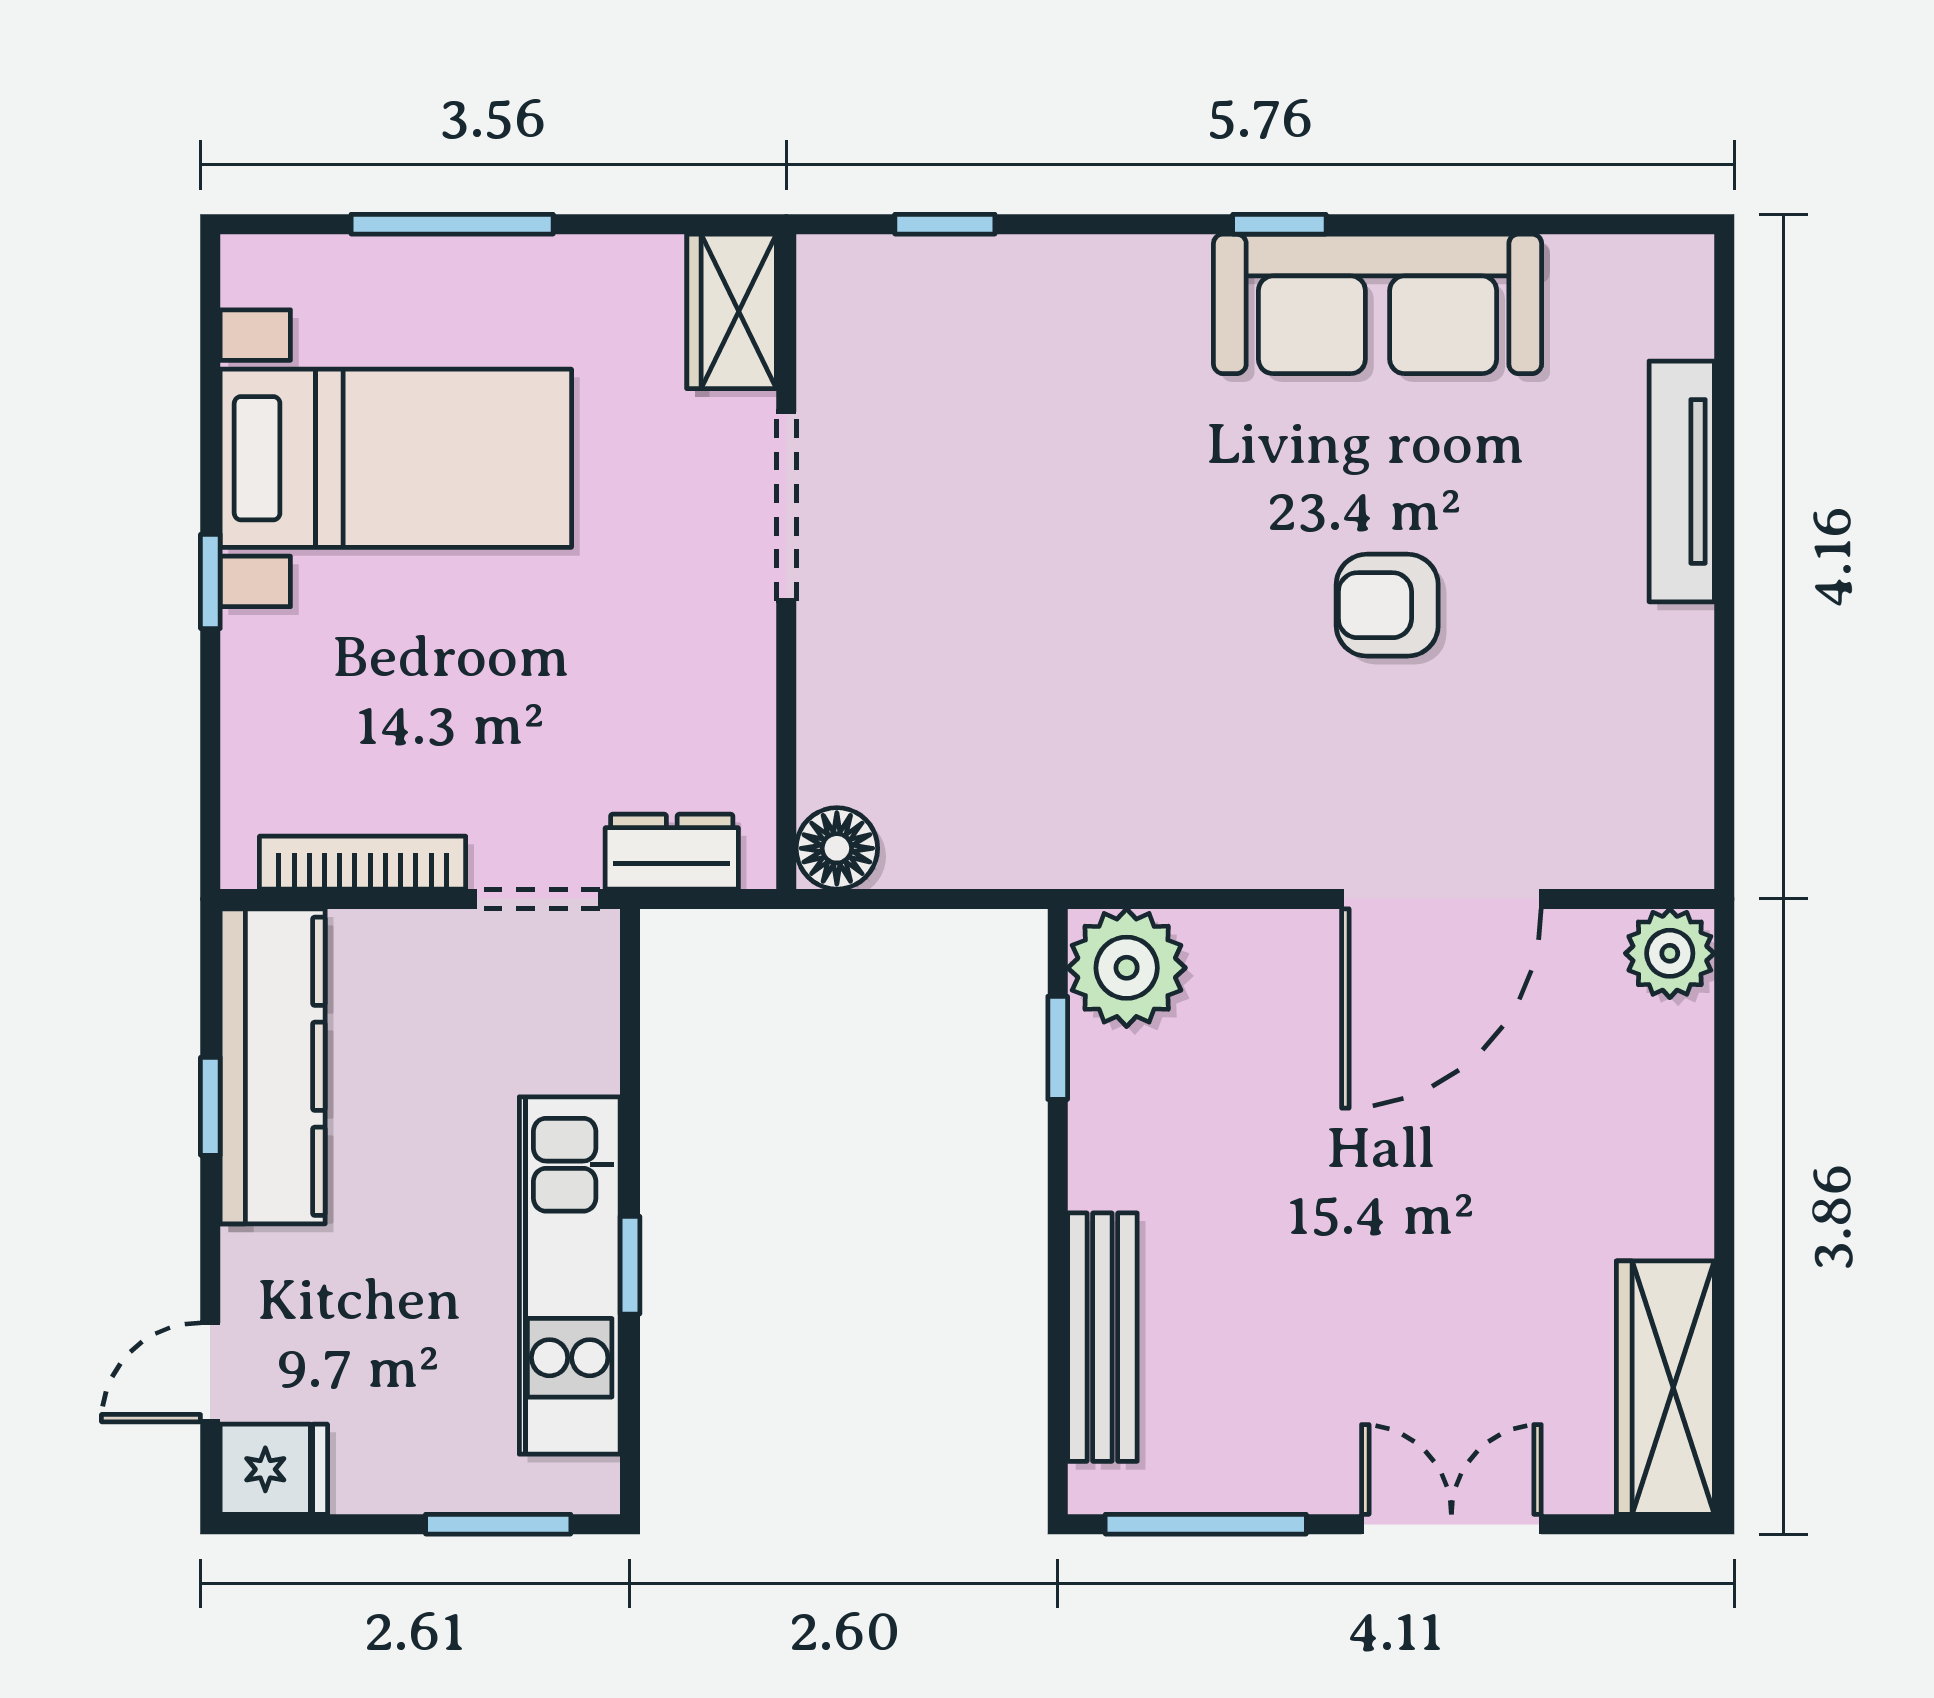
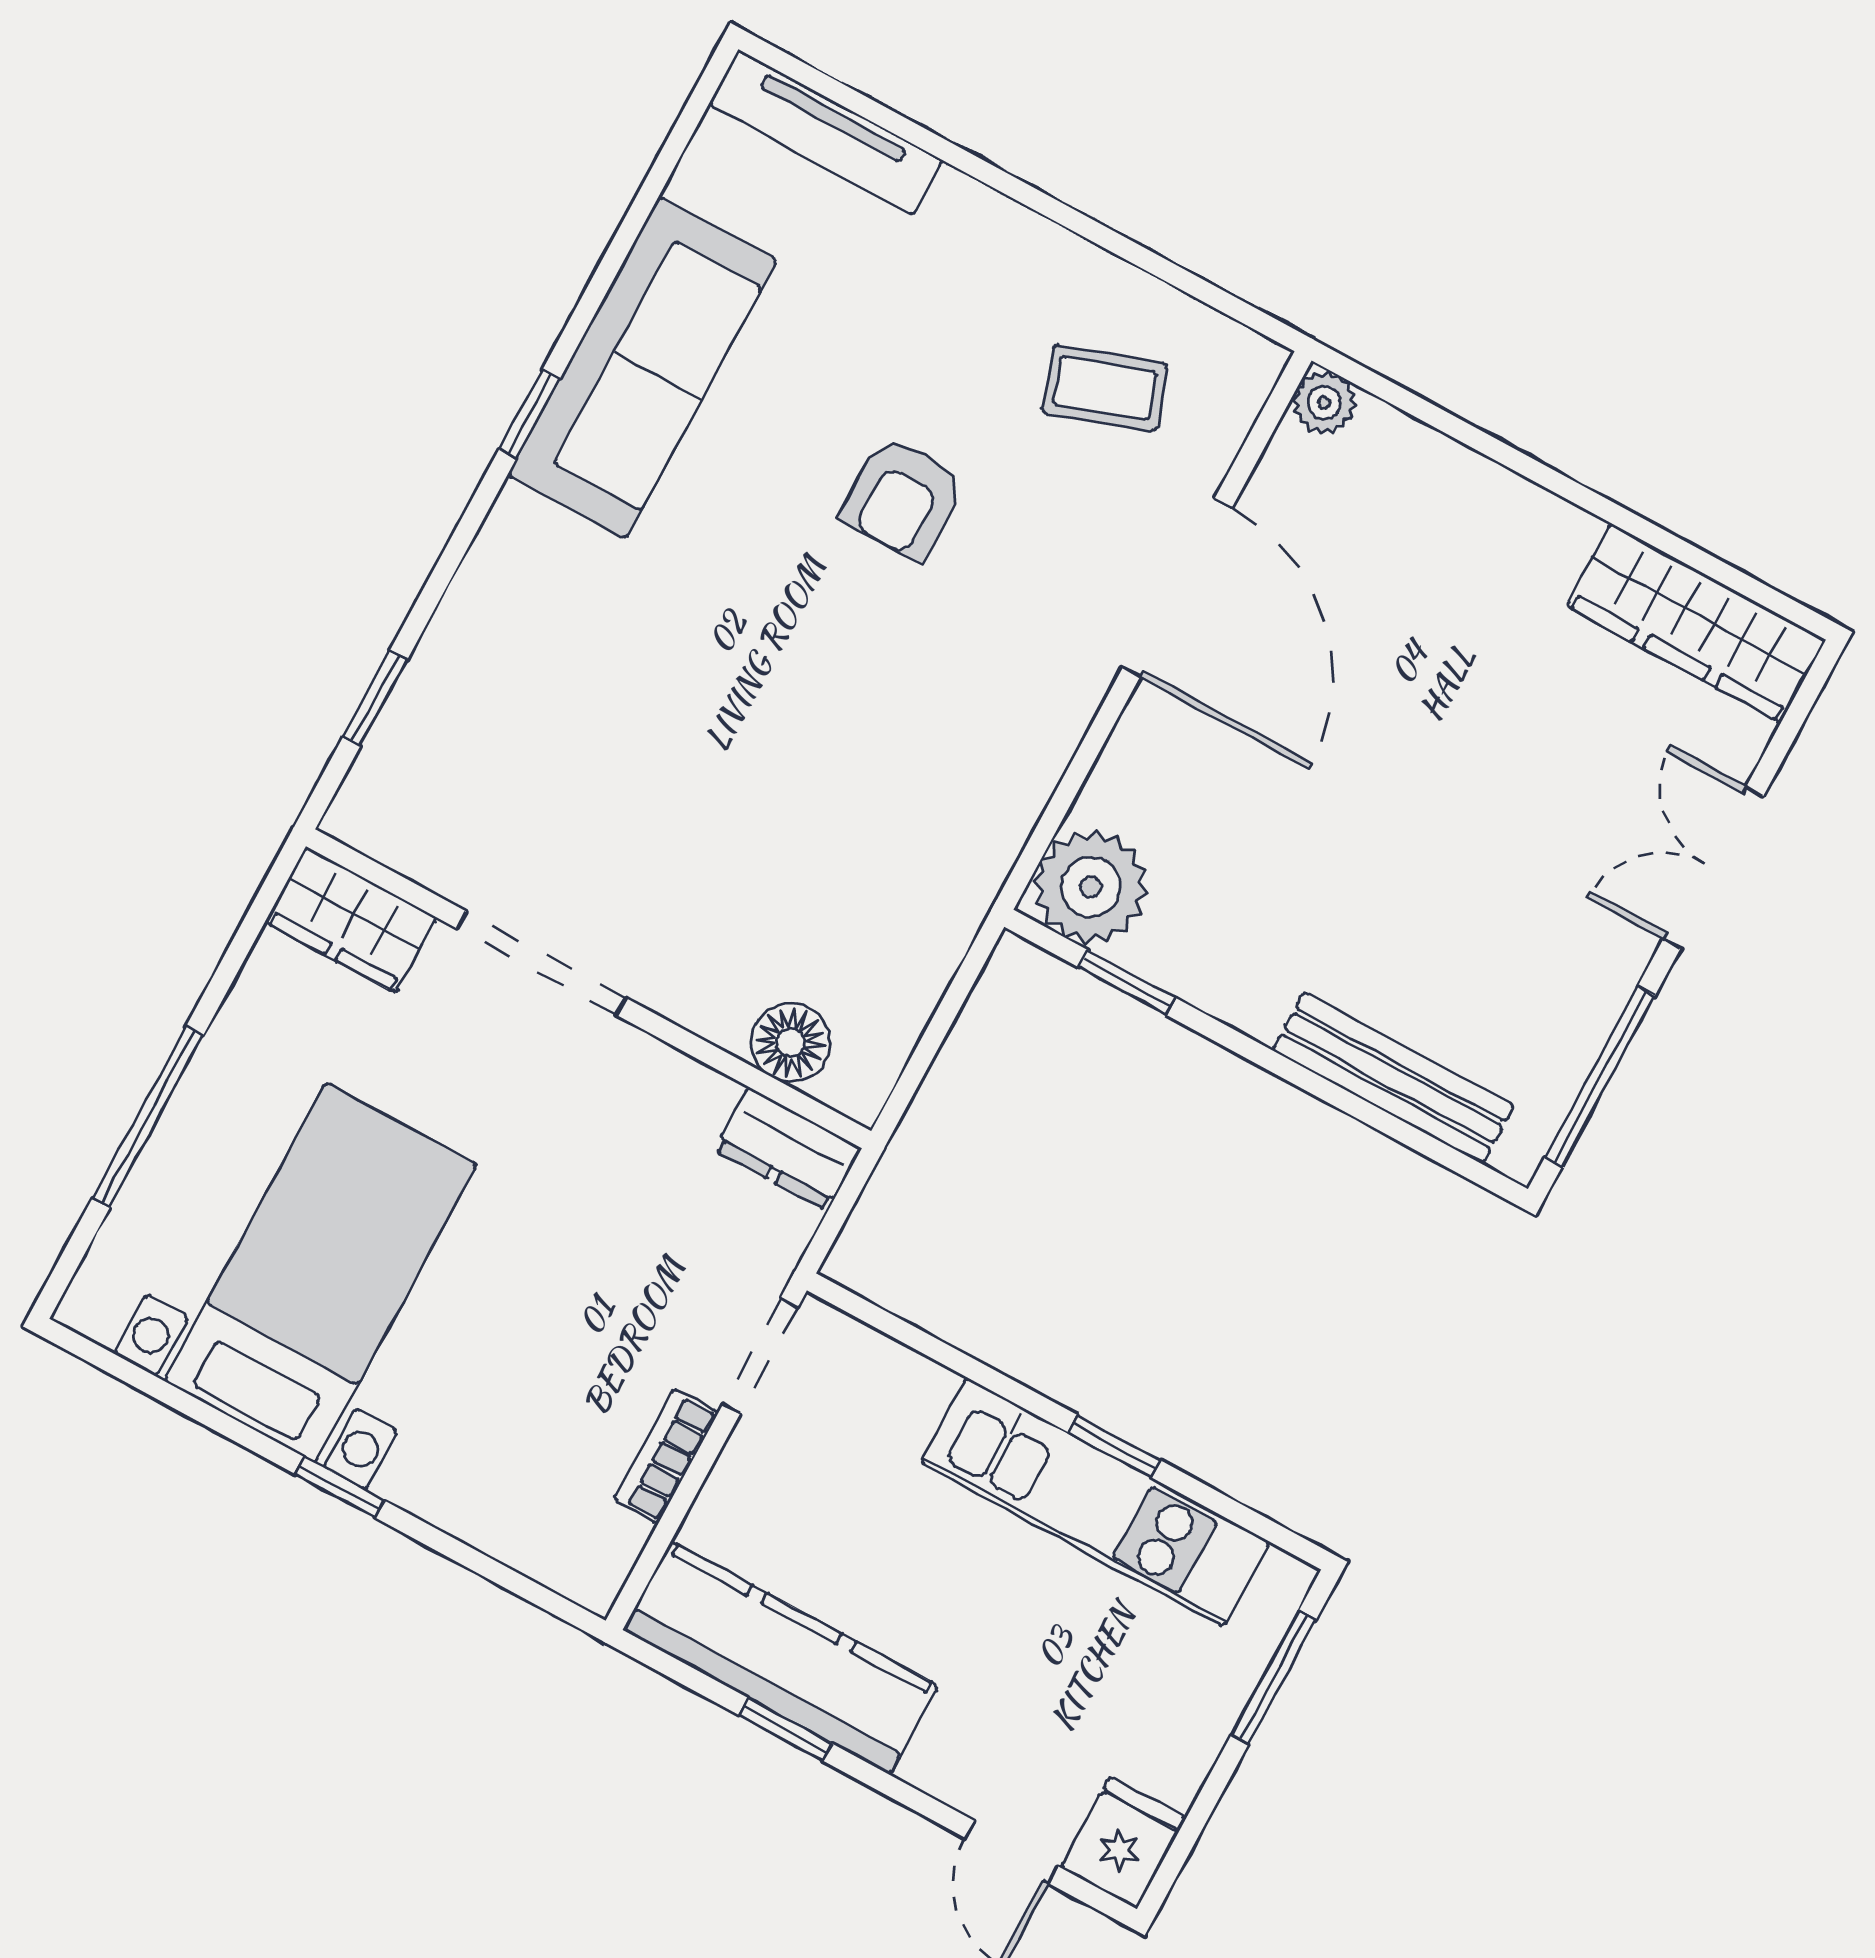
tv unit: (1682, 481) -> (826, 132), moved
coffee table: (1587, 734) -> (1105, 388), added
floor lamp: (837, 848) -> (790, 1043), moved
dresser: (672, 852) -> (788, 1149), moved, turned -90
bookcase: (363, 863) -> (666, 1456), width x0.64
plant: (1670, 953) -> (1324, 403), width x0.73, depth x0.73

